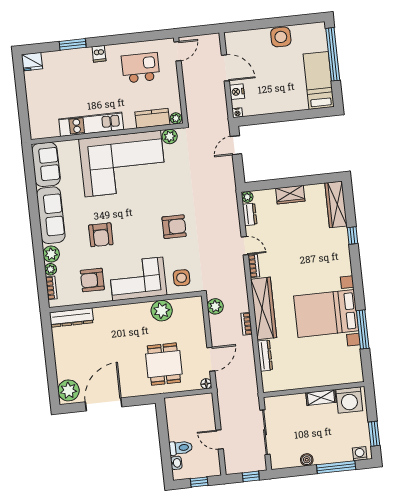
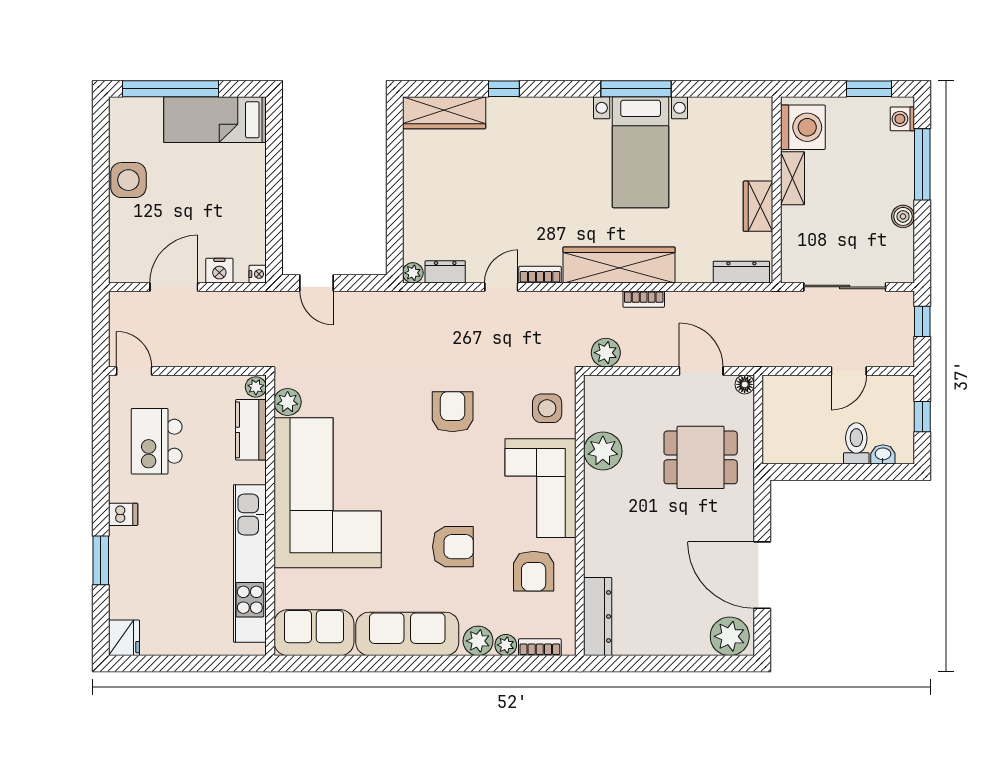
kitchen unit: (91, 124) -> (250, 563), width x1.36
wardrobe: (290, 195) -> (758, 206), moved, turned 180
bed with nightstands: (326, 313) -> (641, 152), width x0.73
window: (363, 329) -> (636, 89), moved
dresser: (265, 356) -> (741, 272), moved

